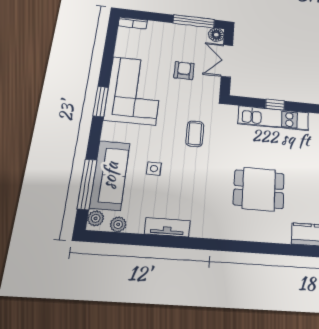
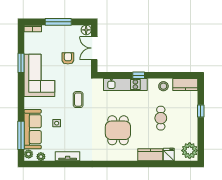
window: (194, 21) -> (58, 22), moved
window: (101, 101) -> (21, 63), moved
window: (275, 105) -> (139, 75), moved
dining table: (259, 189) -> (118, 130), turned 90

